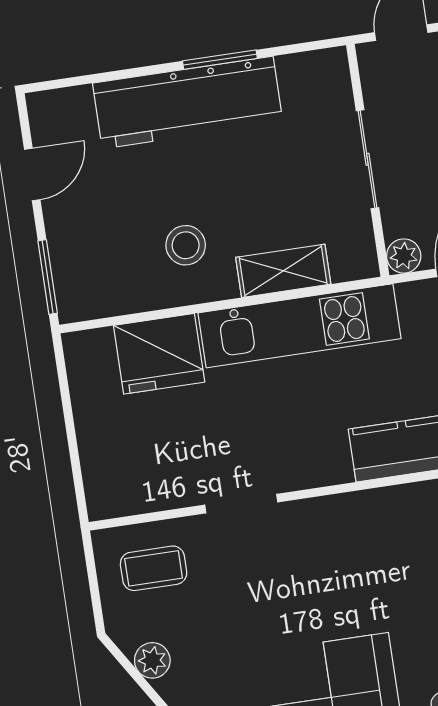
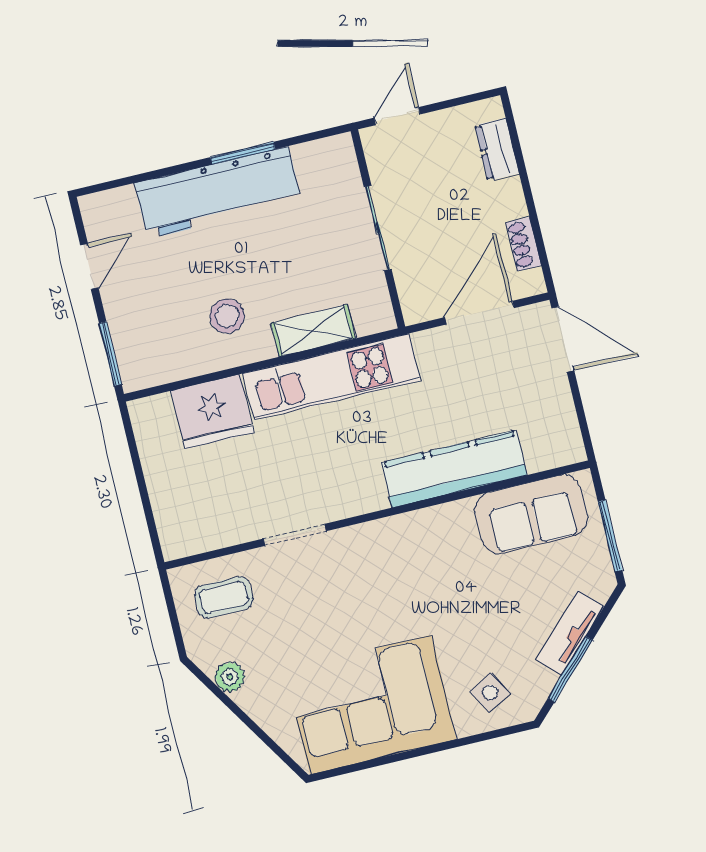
plant: (404, 256) -> (416, 309), removed

